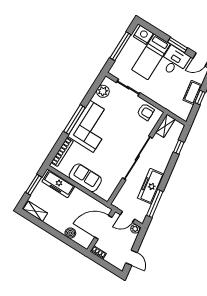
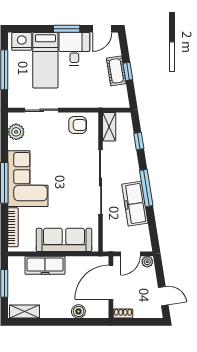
sofa: (85, 178) -> (64, 240), width x1.36
freezer: (58, 184) -> (45, 265), moved
window: (155, 203) -> (146, 188), moved

